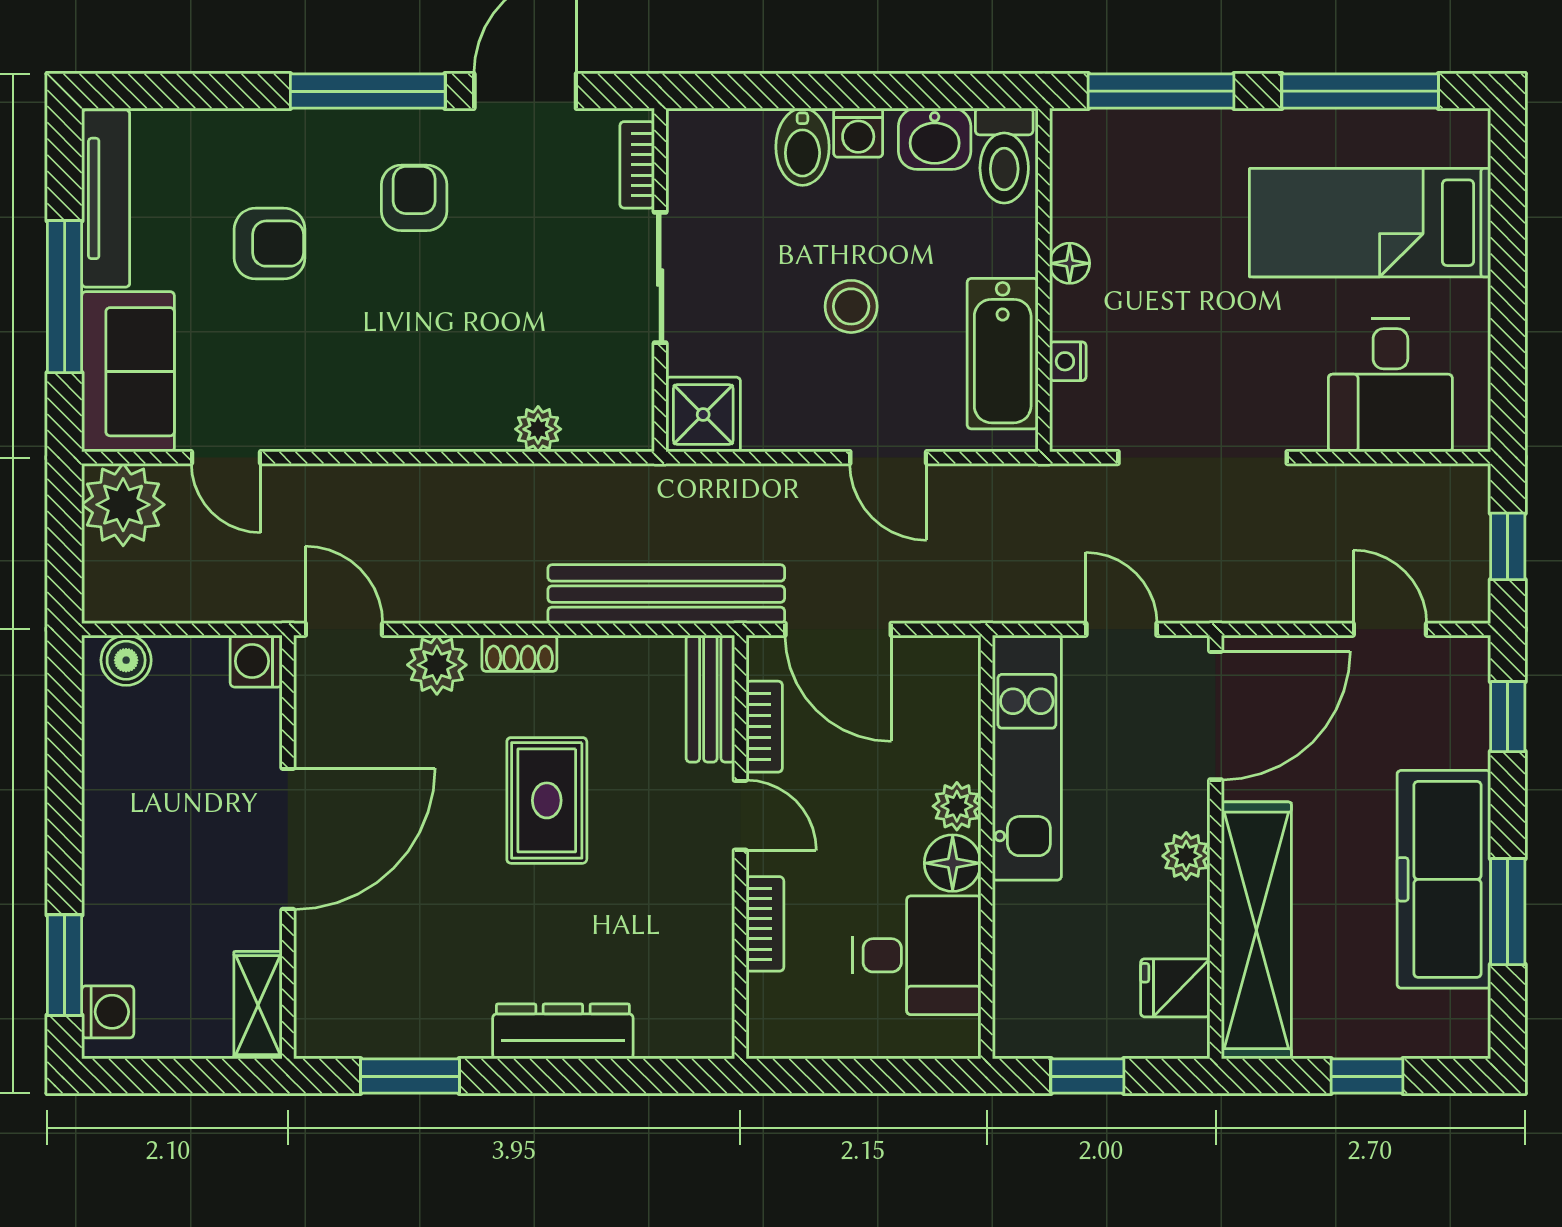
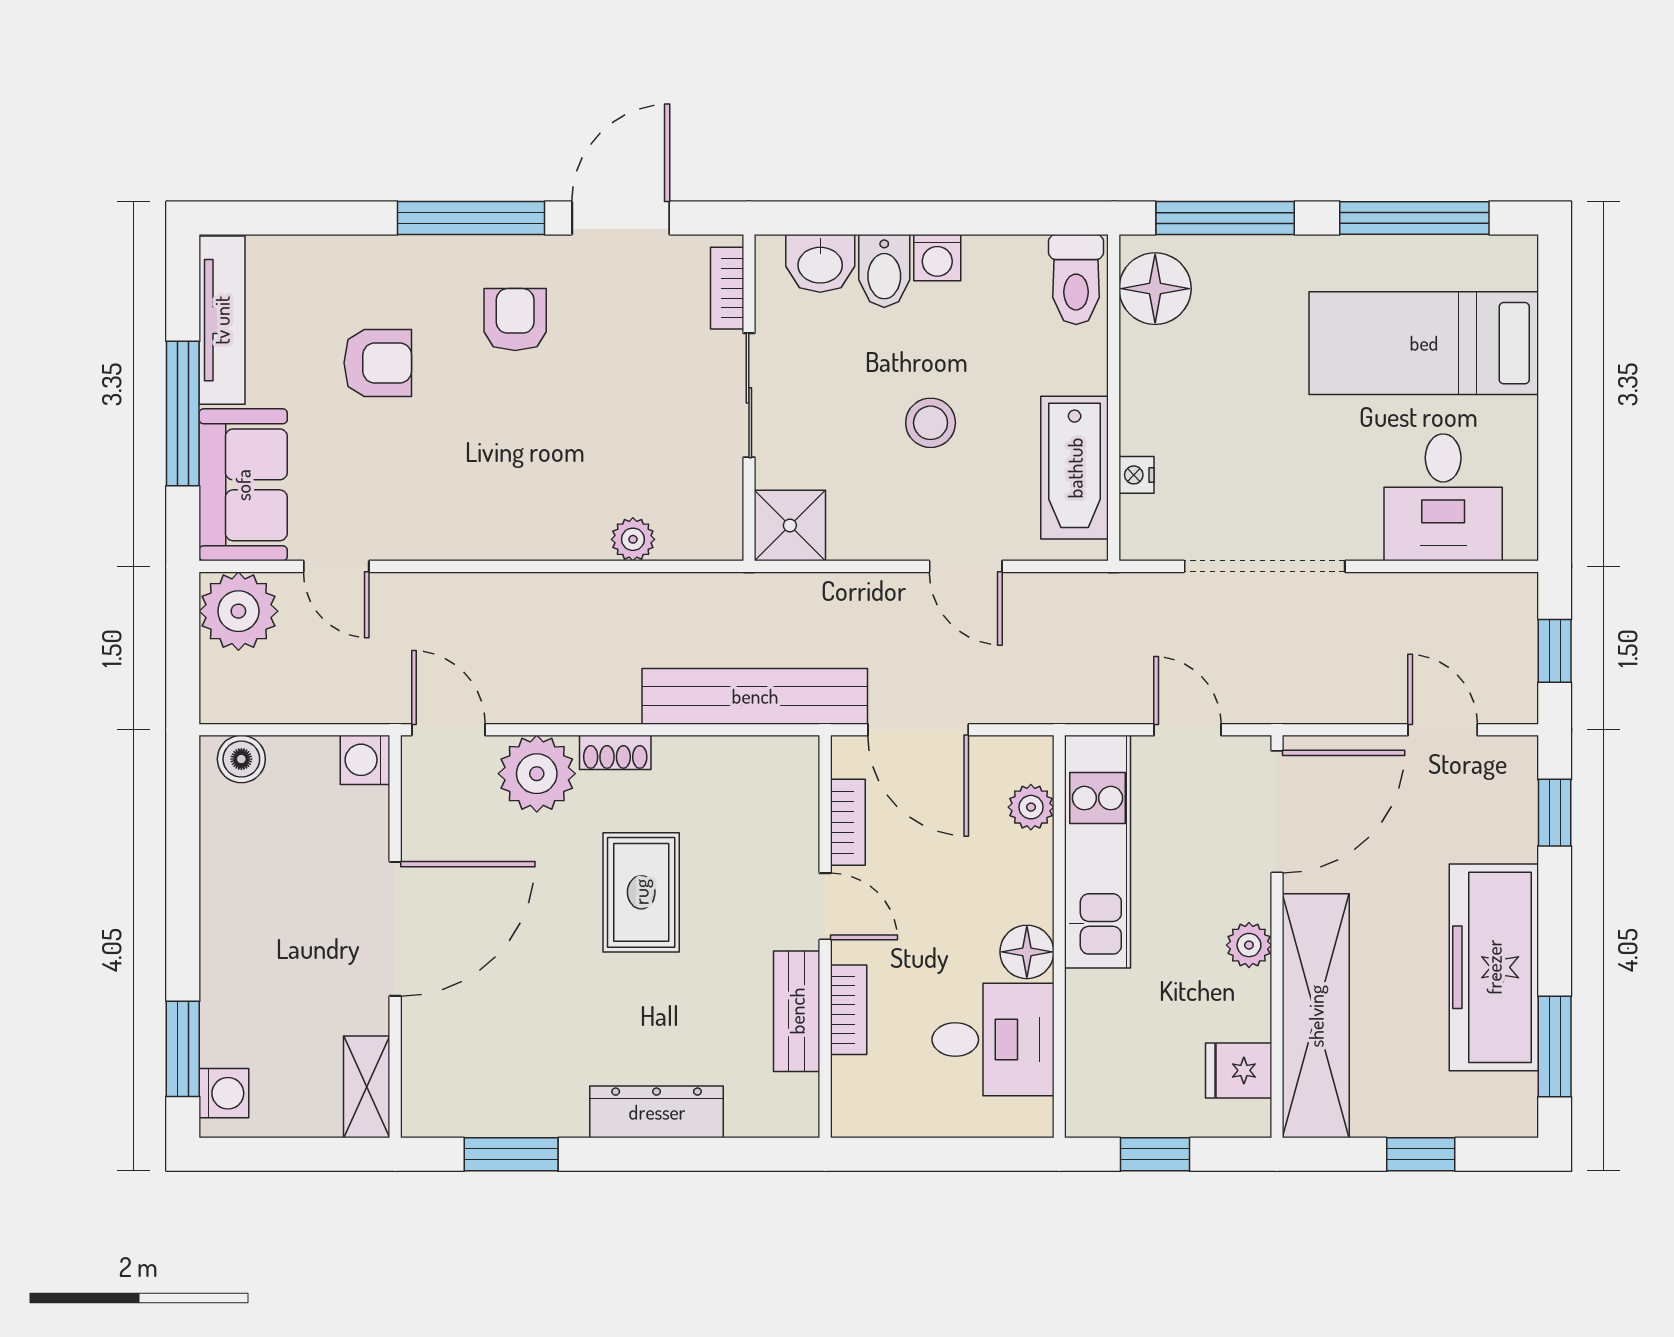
washbasin: (935, 139) -> (820, 263), moved
floor lamp: (1070, 263) -> (1155, 289), moved, width x1.89, depth x1.89
plant: (437, 665) -> (537, 774), width x1.36, depth x1.36
bench: (710, 699) -> (797, 1011), moved
plant: (957, 806) -> (1031, 807), moved
window: (1508, 912) -> (1555, 1046), moved

